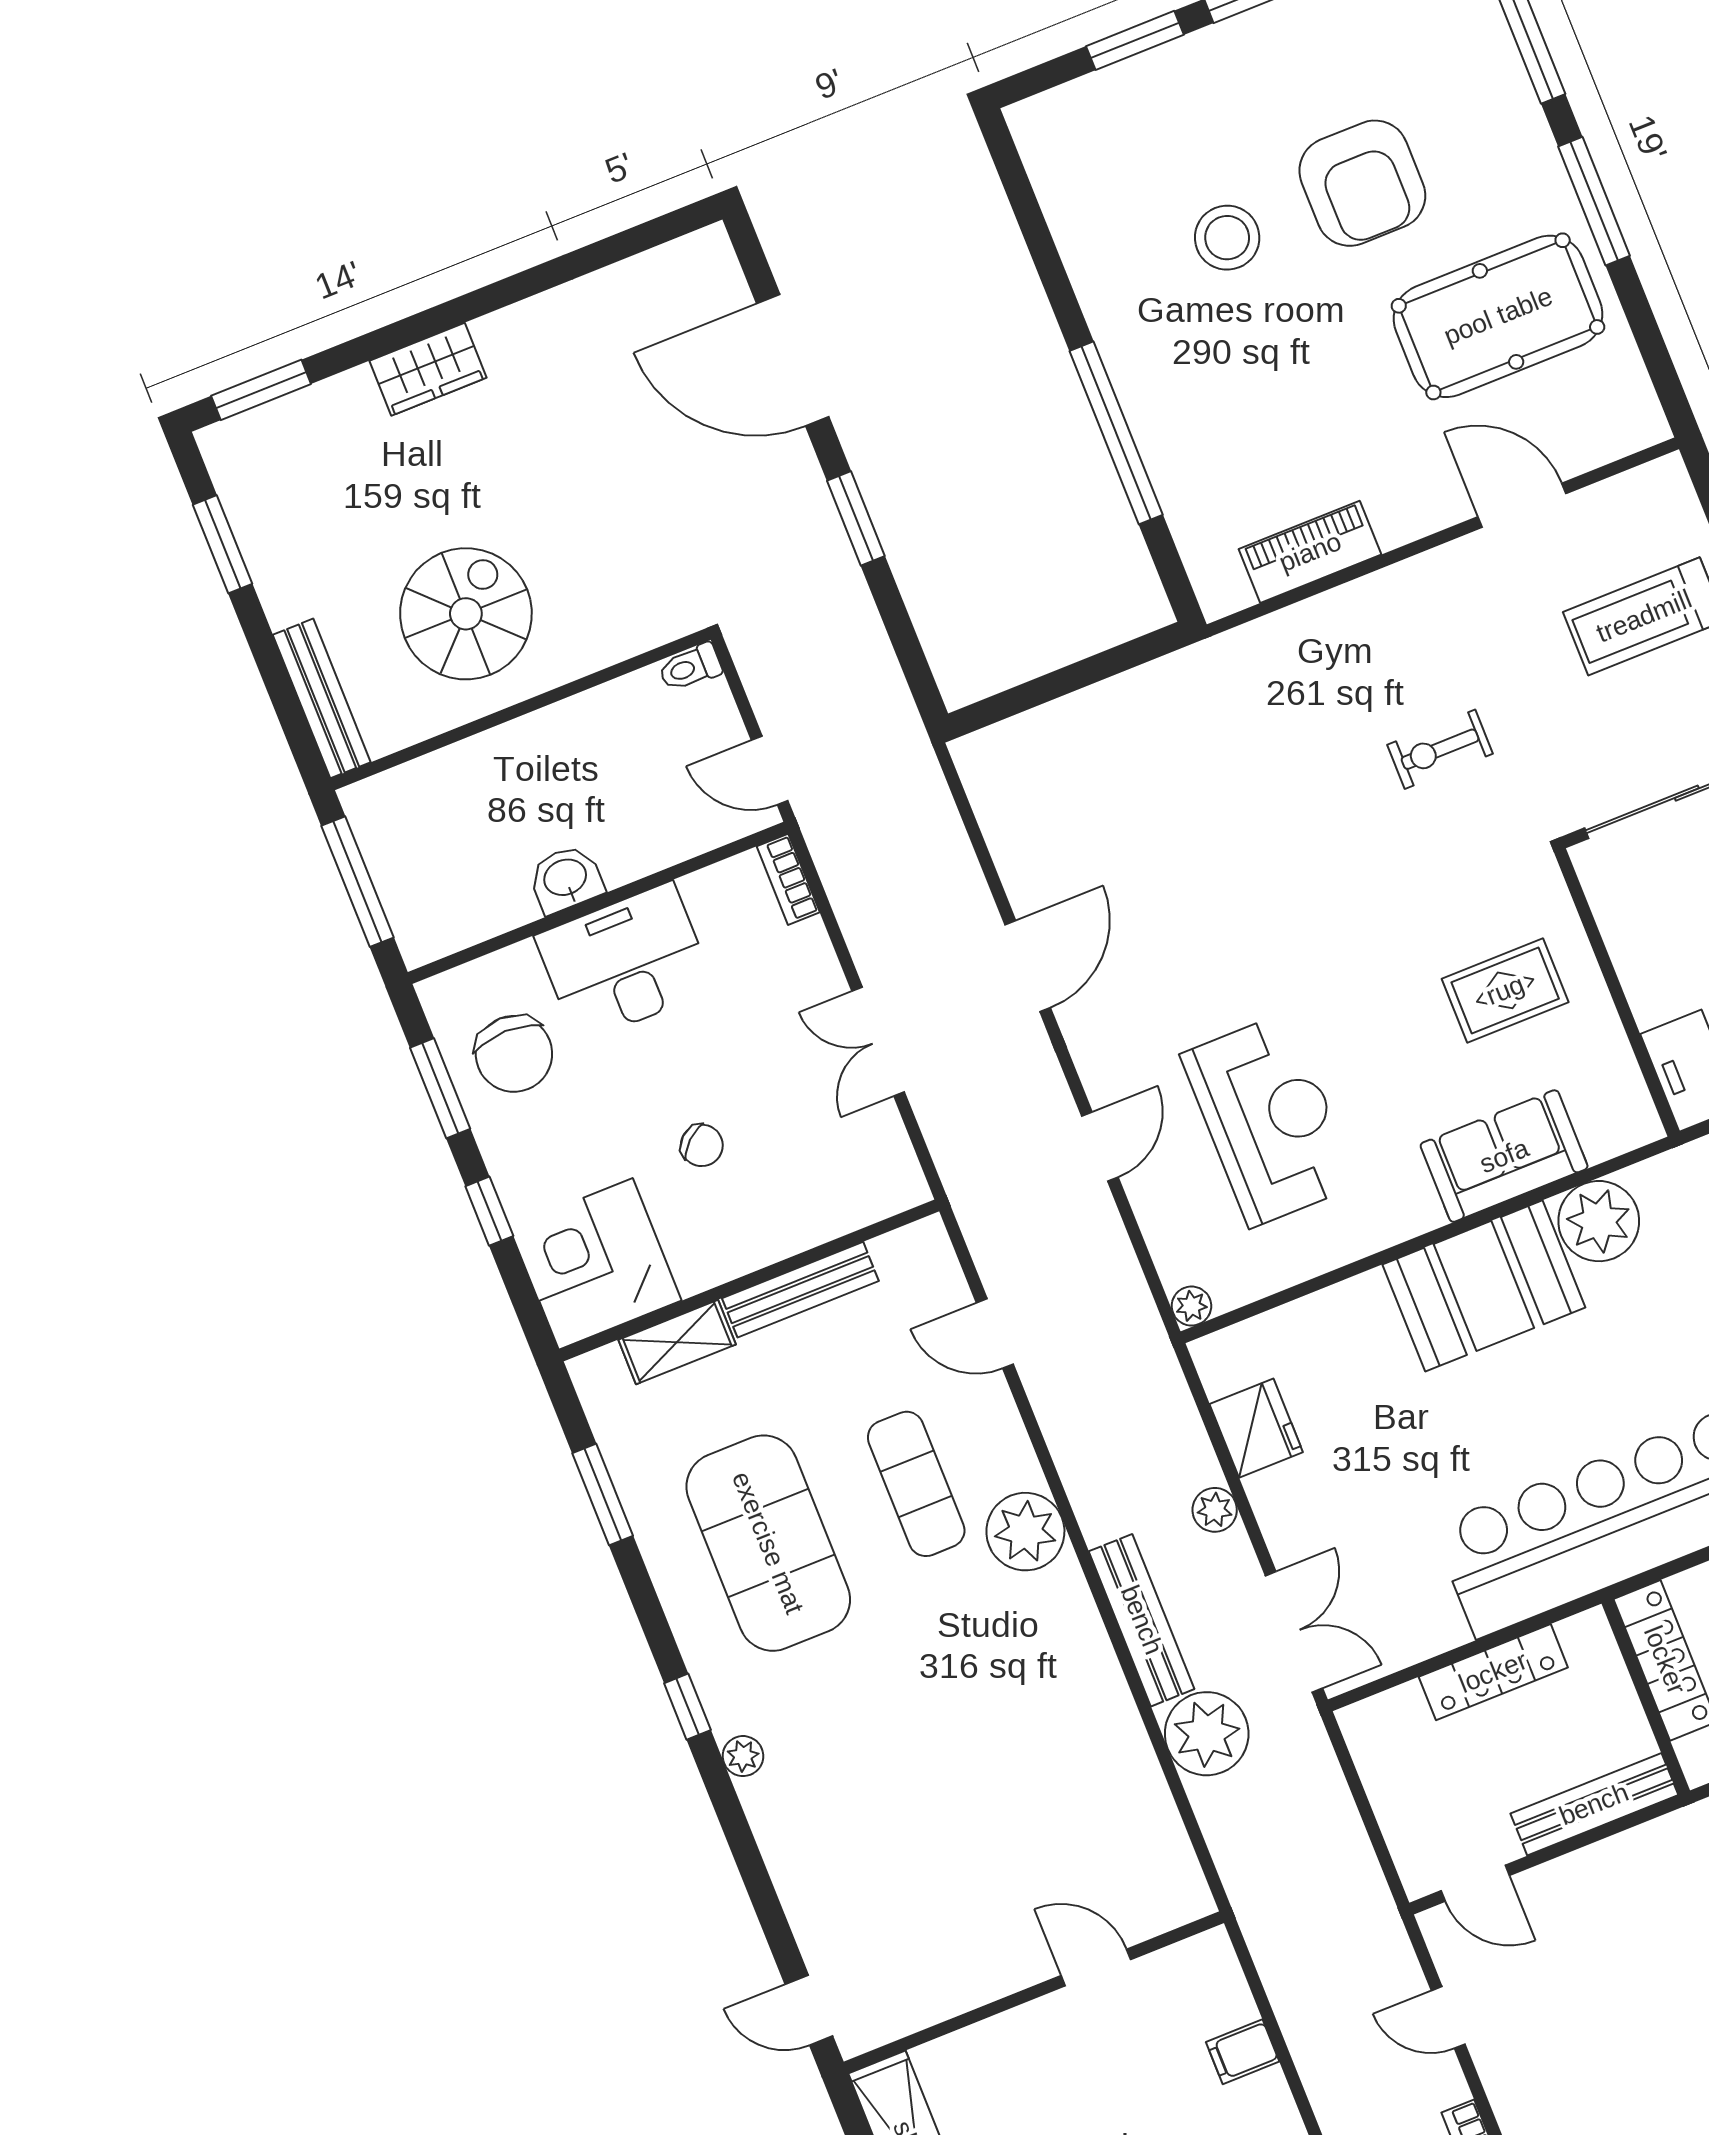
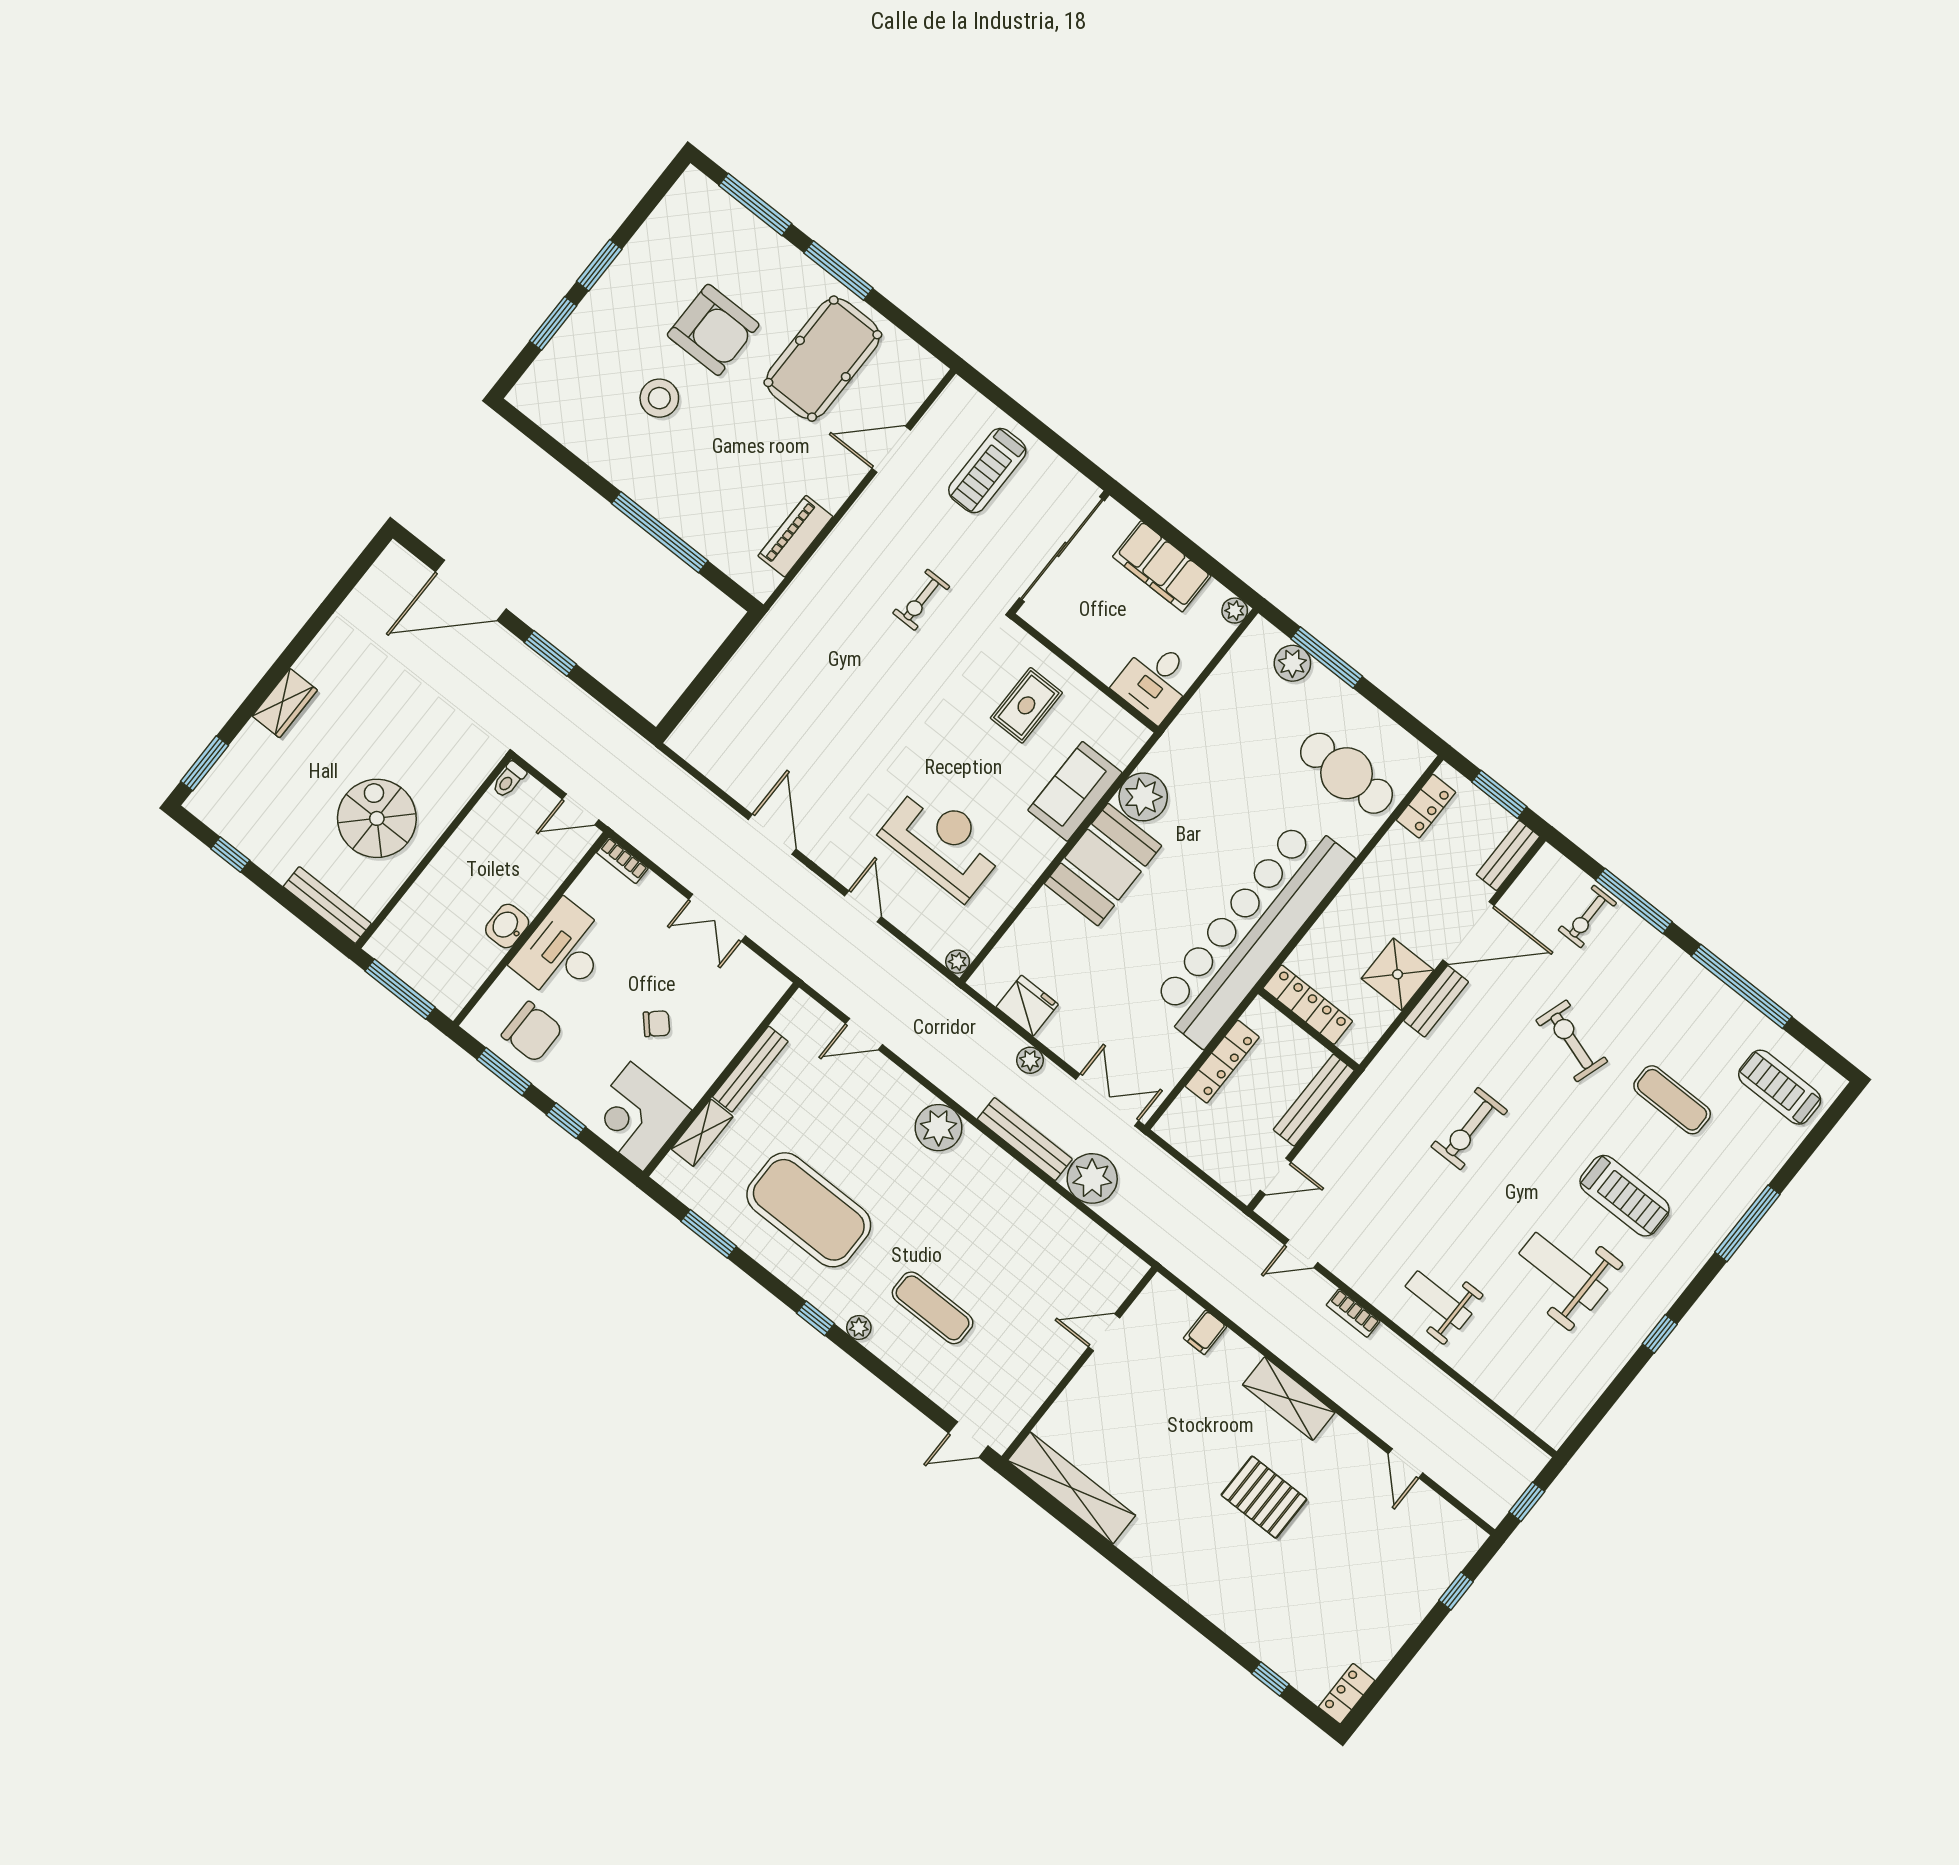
window: (223, 544) -> (230, 855), width x0.67
exercise mat: (916, 1484) -> (933, 1308), moved

